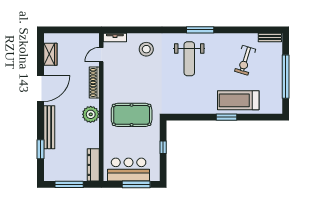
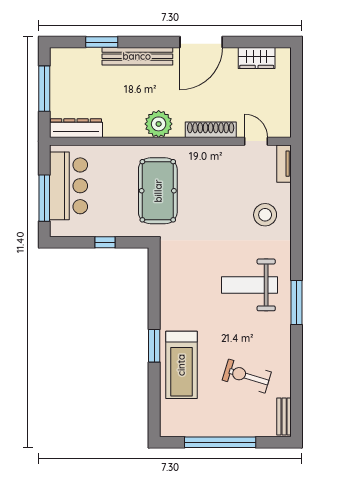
door: (41, 88) -> (201, 42), hinge flipped
treadmill: (238, 100) -> (181, 365), turned 180

